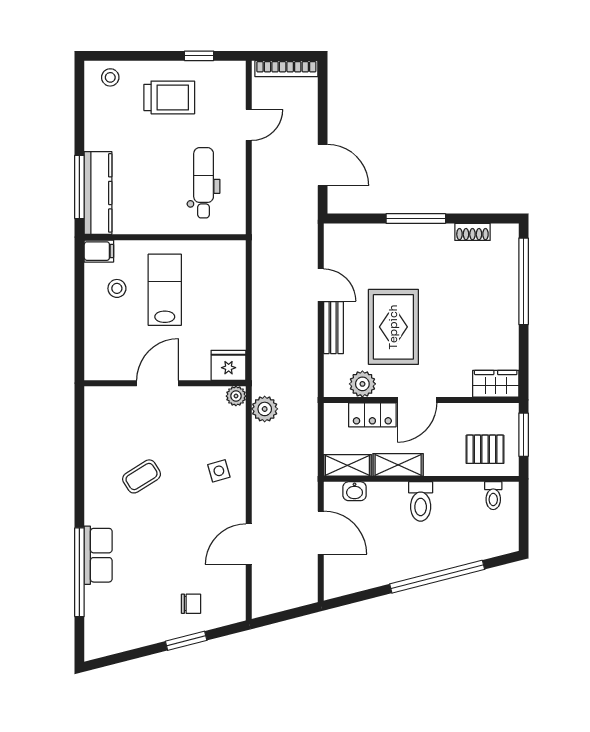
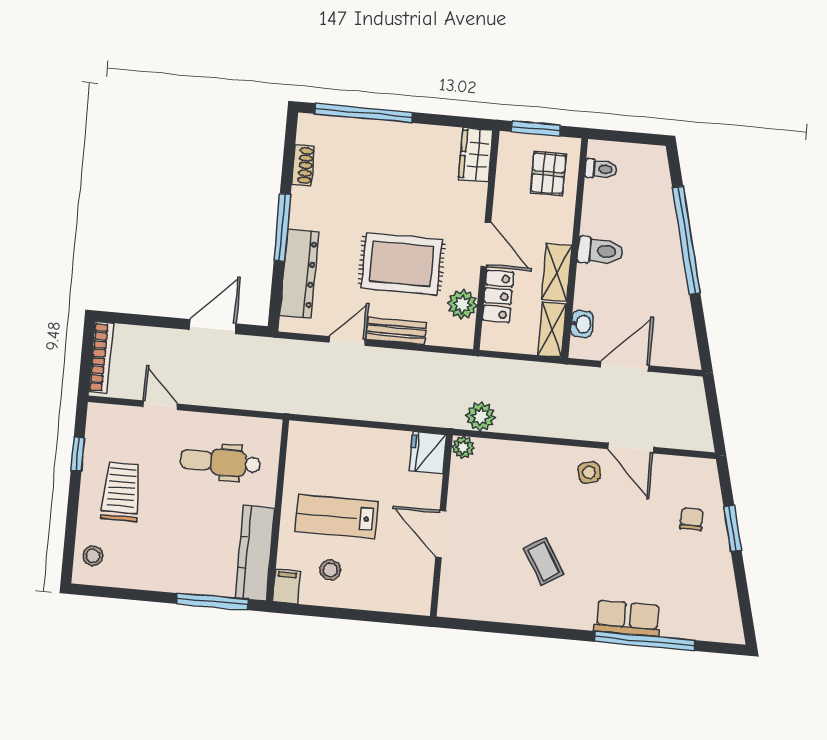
kitchen counter: (98, 193) -> (255, 553), moved, turned -90
dresser: (376, 237) -> (299, 274), added
side table: (219, 471) -> (589, 472), moved

